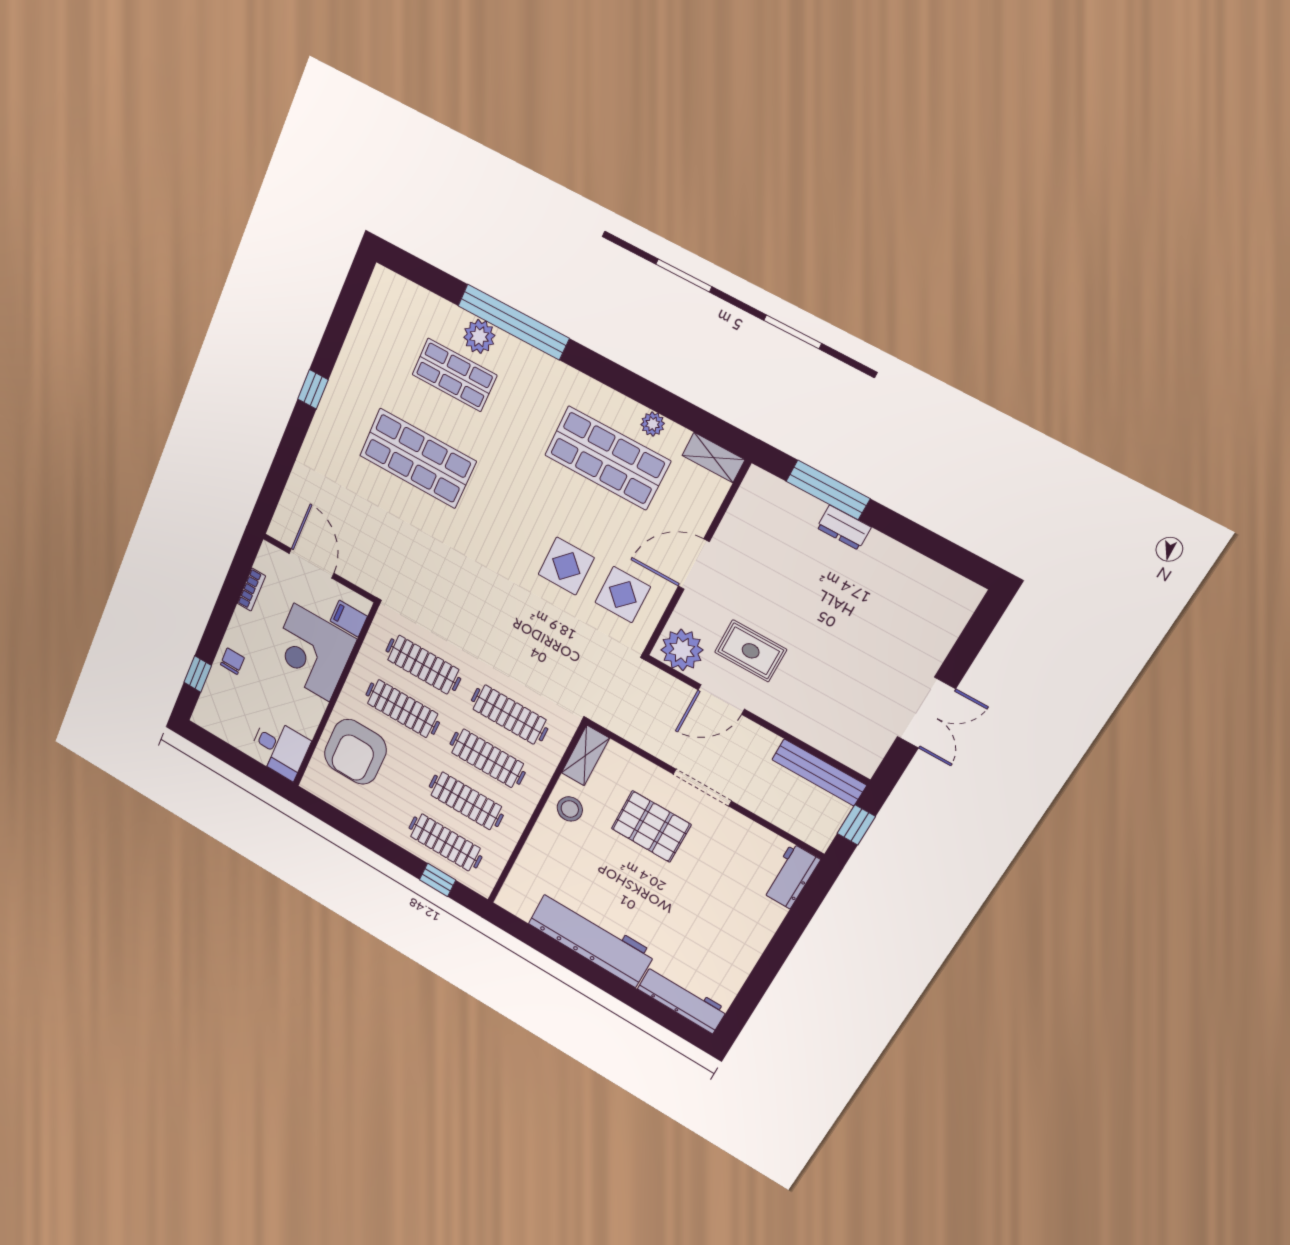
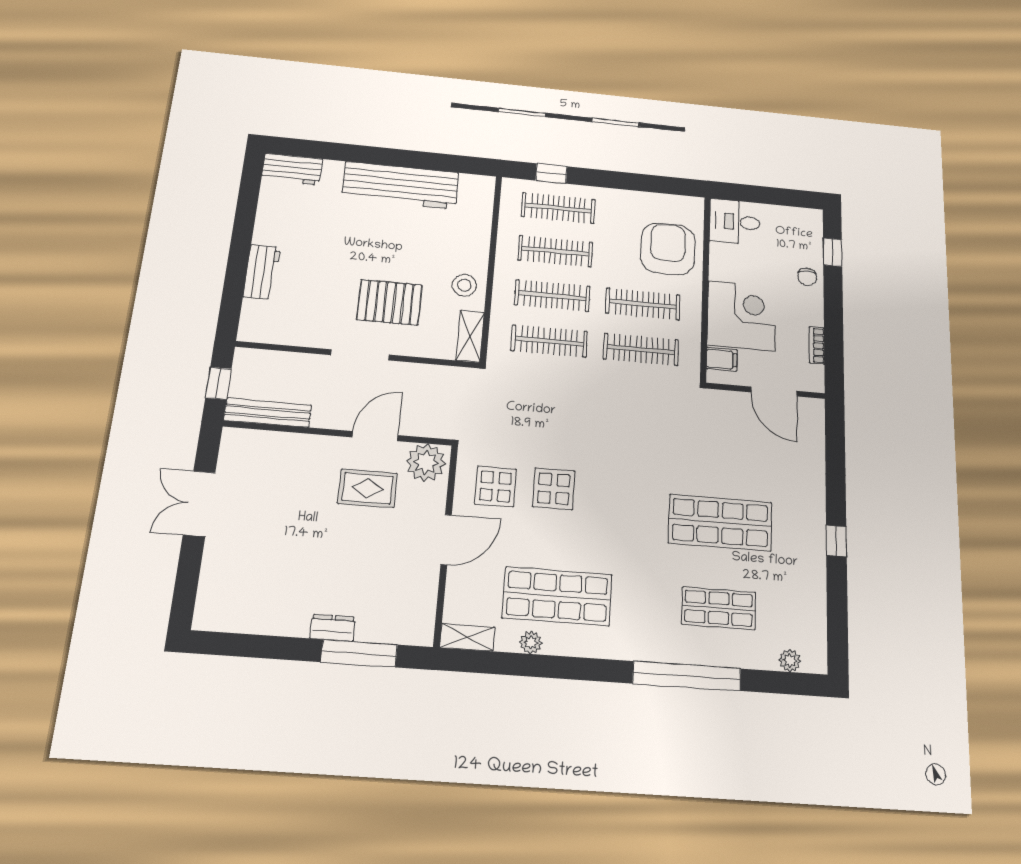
plant: (479, 336) -> (790, 661), moved, width x0.73, depth x0.73
workbench: (791, 876) -> (262, 272), moved
workbench: (682, 999) -> (292, 169), width x0.73

